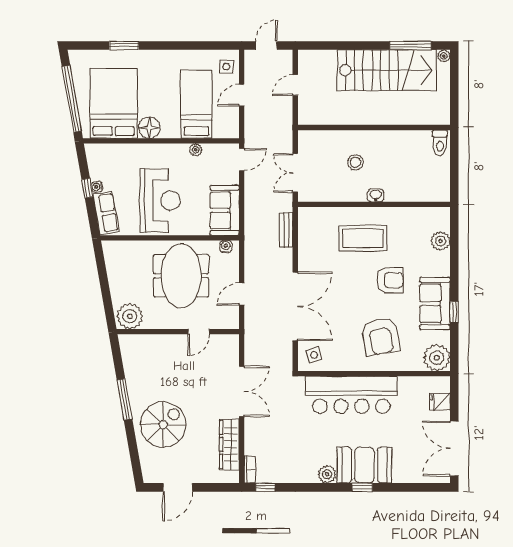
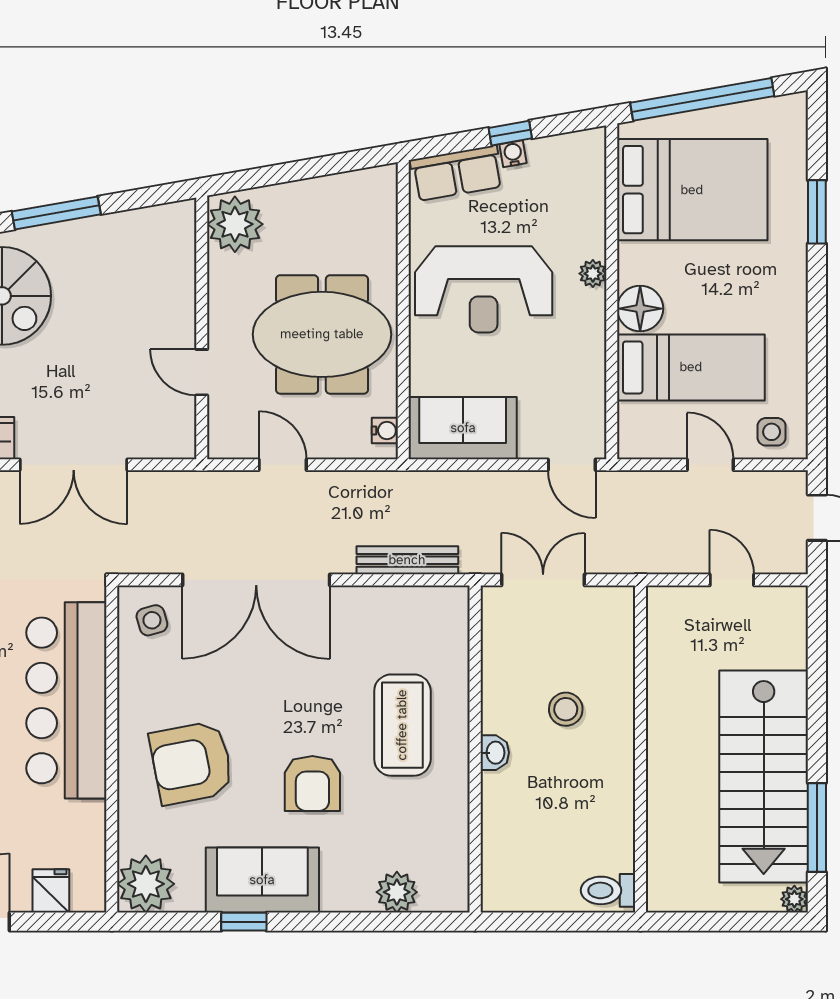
floor lamp: (149, 128) -> (640, 309), moved
plant: (196, 150) -> (593, 274), moved
bench: (286, 230) -> (407, 560), width x1.36

